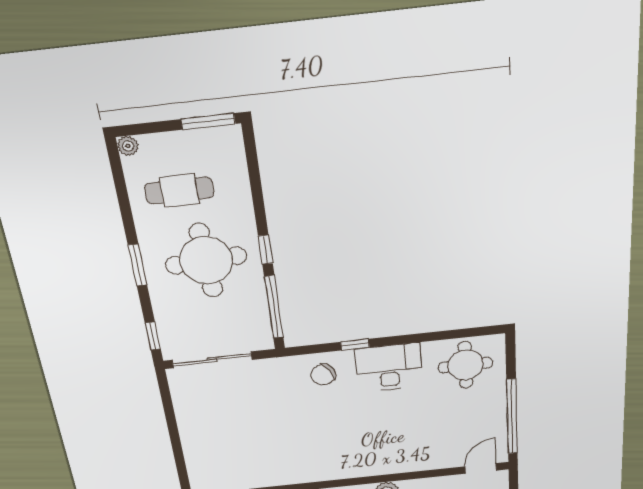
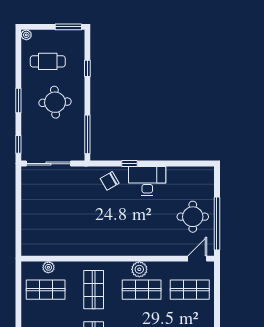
window: (265, 250) -> (87, 68), moved
round table: (206, 260) -> (55, 102), width x0.73, depth x0.73
round table: (465, 365) -> (193, 217), moved

